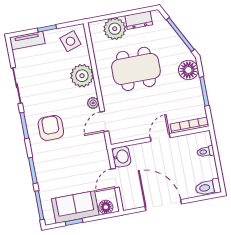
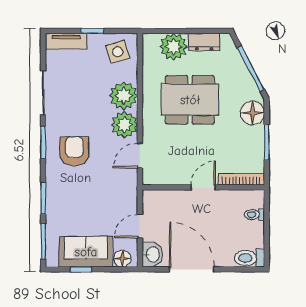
plant: (93, 103) -> (124, 125), width x1.88, depth x1.88
washbasin: (121, 157) -> (152, 254), moved

